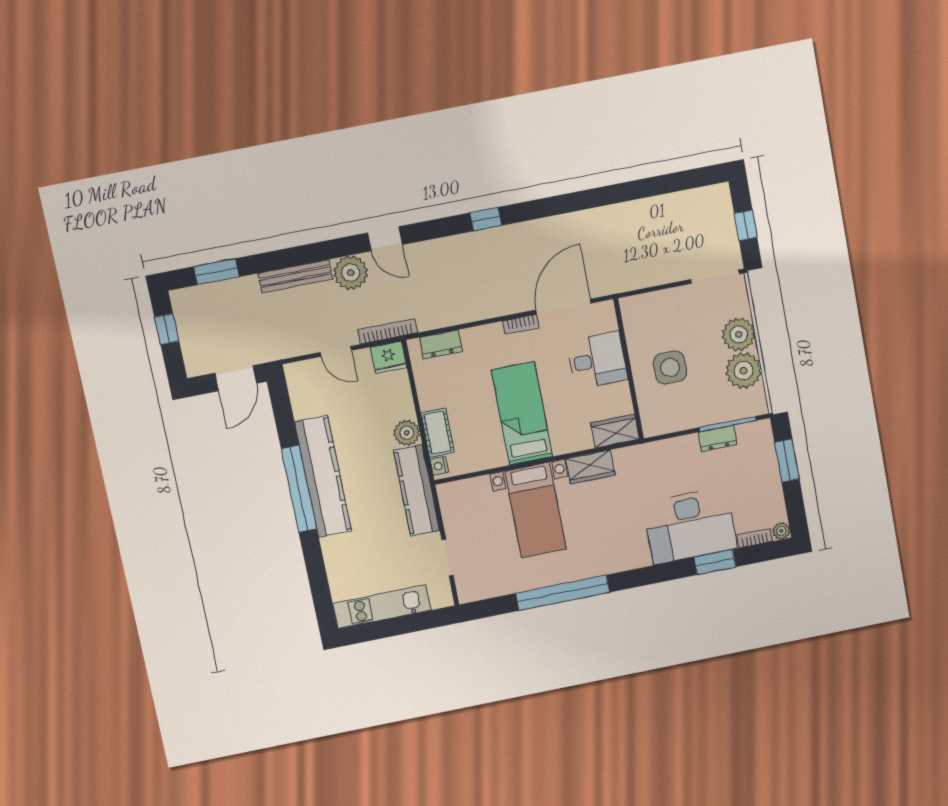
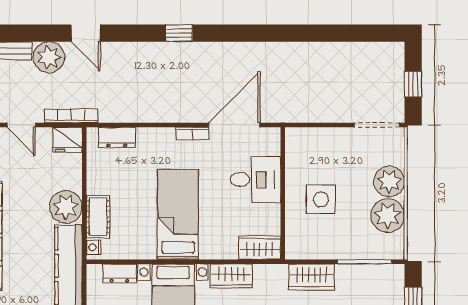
plant: (407, 433) -> (66, 207), width x1.36, depth x1.36
dresser: (718, 439) -> (119, 273), moved
wardrobe: (675, 451) -> (311, 277), added

